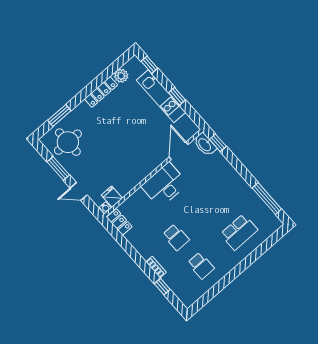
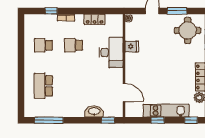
washbasin: (205, 144) -> (94, 112), moved
desk: (164, 185) -> (111, 52), moved
fridge: (112, 197) -> (132, 47), moved
locker: (119, 222) -> (95, 19), moved

